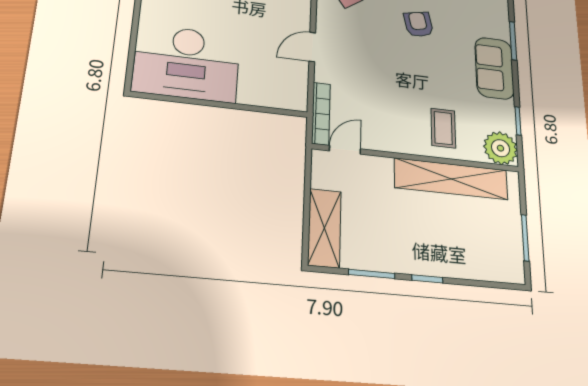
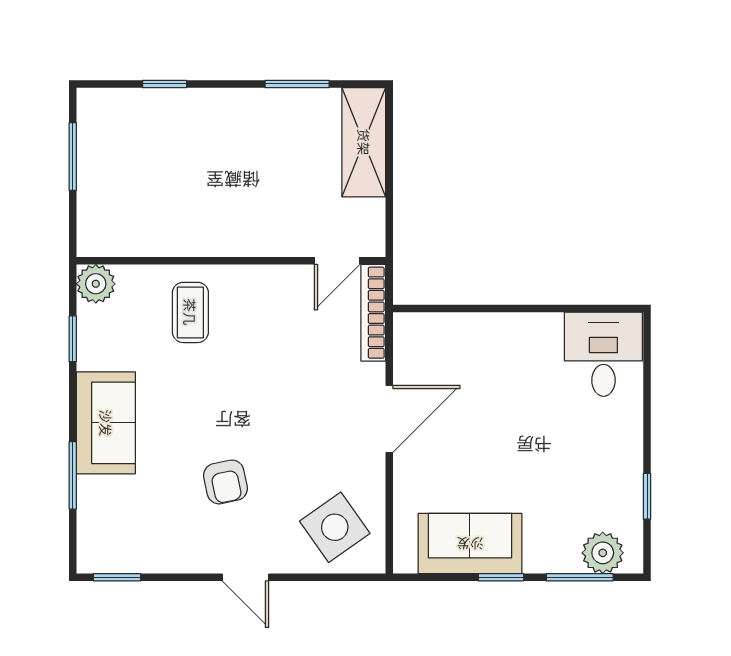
door: (312, 47) -> (389, 419), width x1.38
desk: (187, 63) -> (603, 354), width x0.53, depth x0.77
plant: (501, 148) -> (96, 284), width x0.73, depth x0.73
shelving: (451, 179) -> (180, 234), removed
window: (427, 279) -> (165, 84), moved

